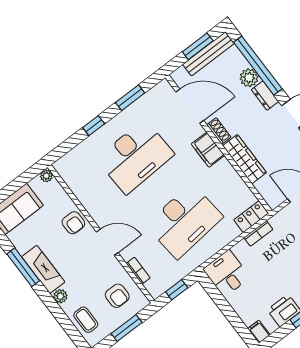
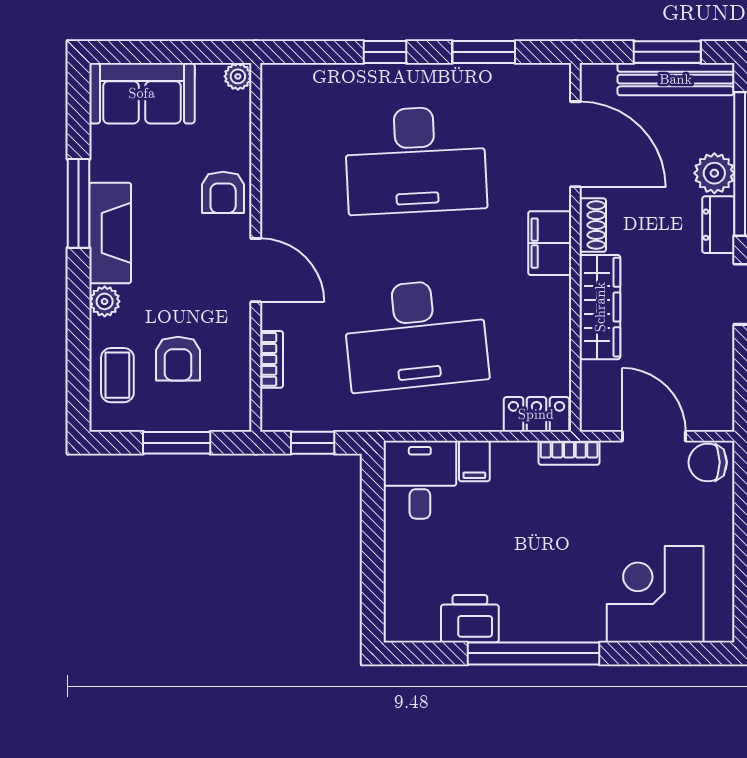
bookcase: (258, 233) -> (569, 453), moved
armchair: (117, 296) -> (178, 359), moved
filing cabinet: (259, 332) -> (474, 461), moved, turned 180

